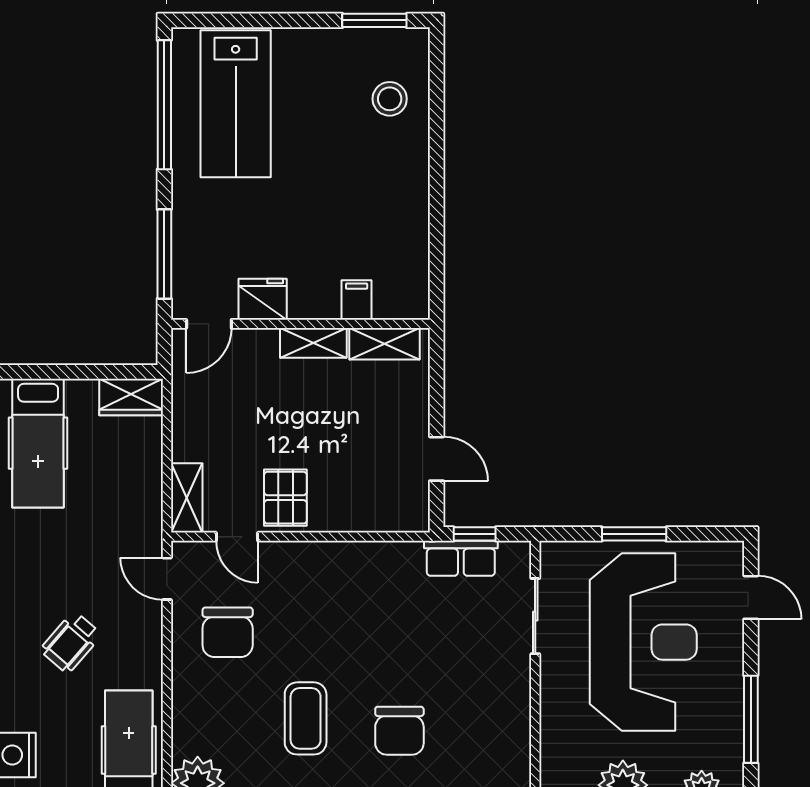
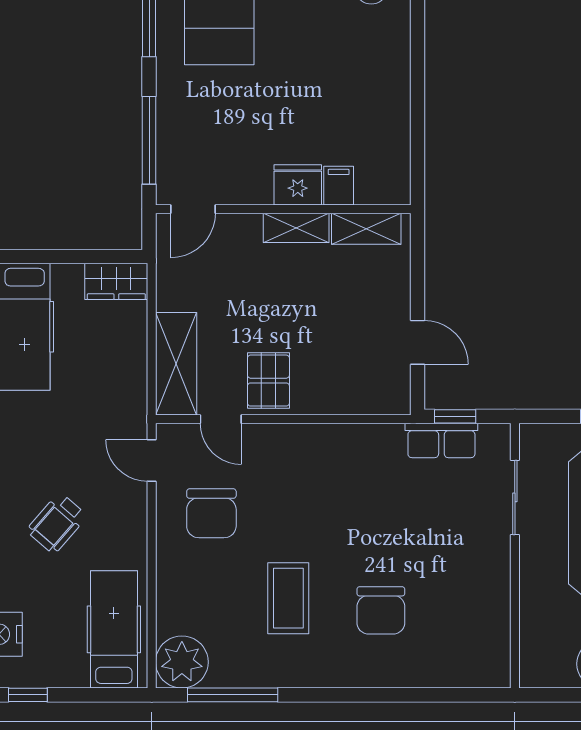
fridge: (263, 299) -> (298, 185), moved
shelving: (187, 498) -> (176, 364), width x1.50, depth x1.33

